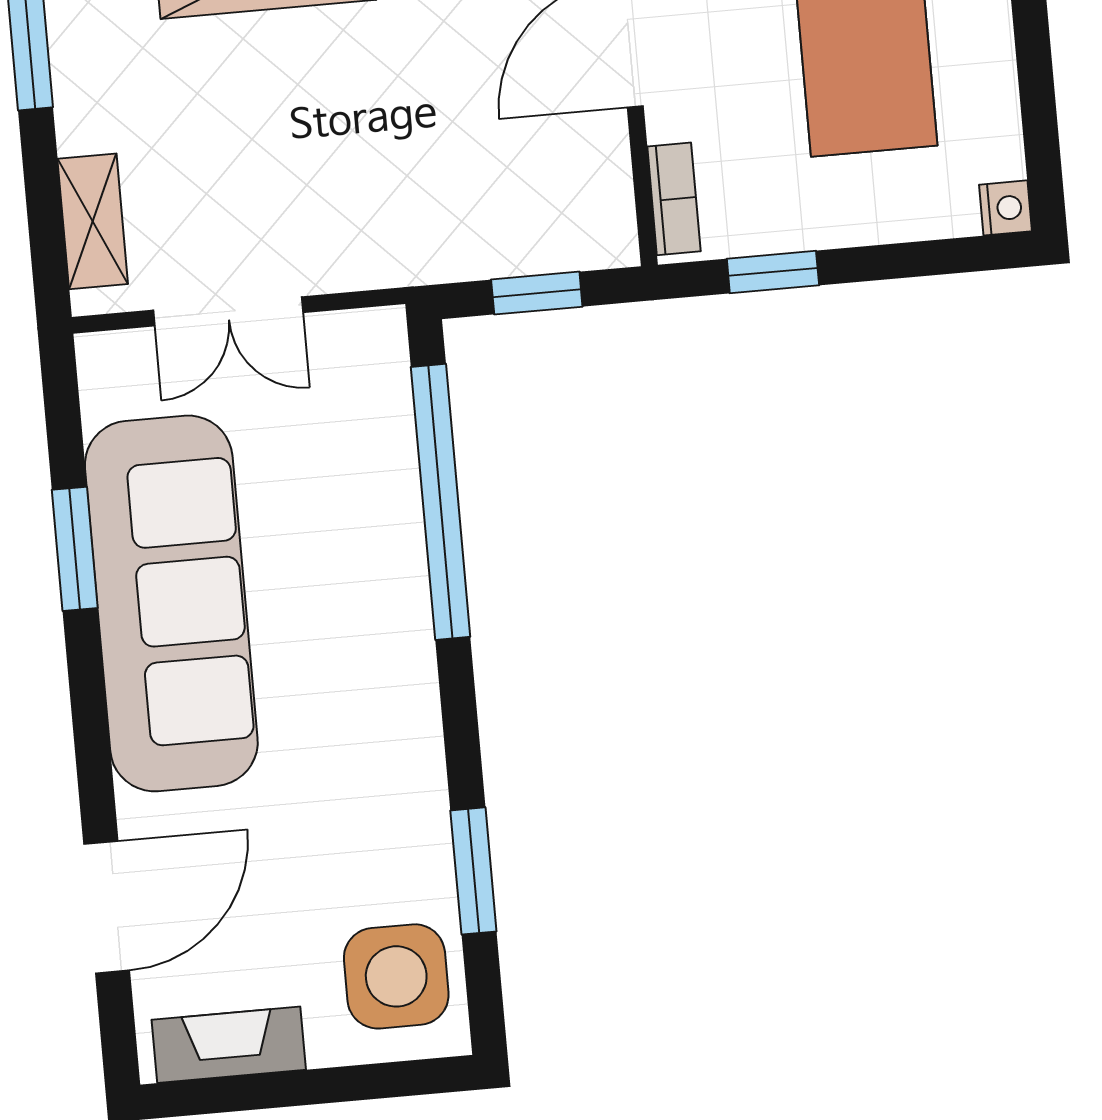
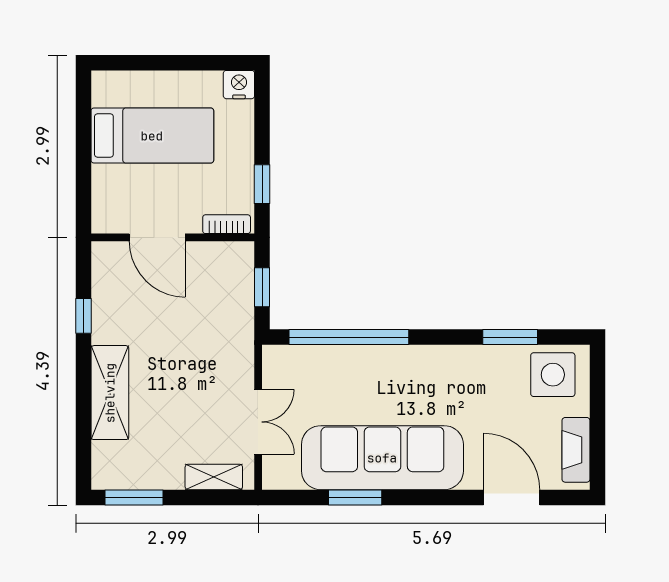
nightstand: (1005, 208) -> (239, 85), width x1.39, depth x1.35

